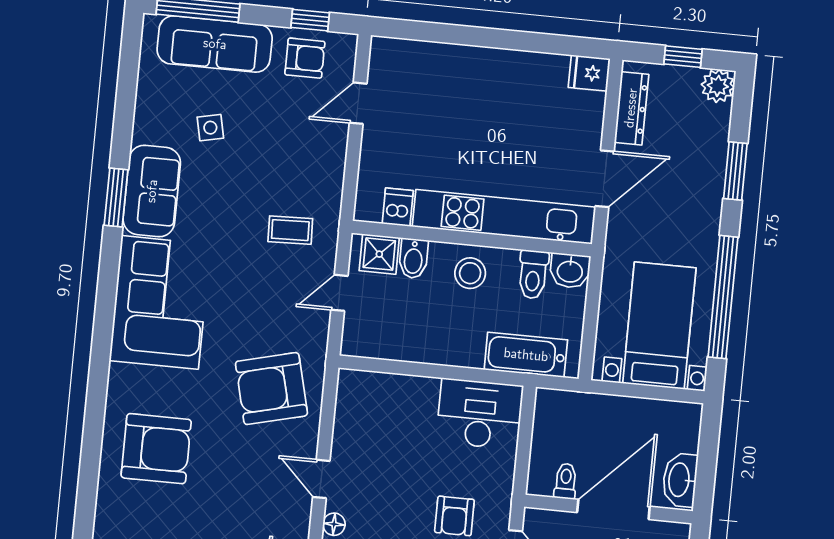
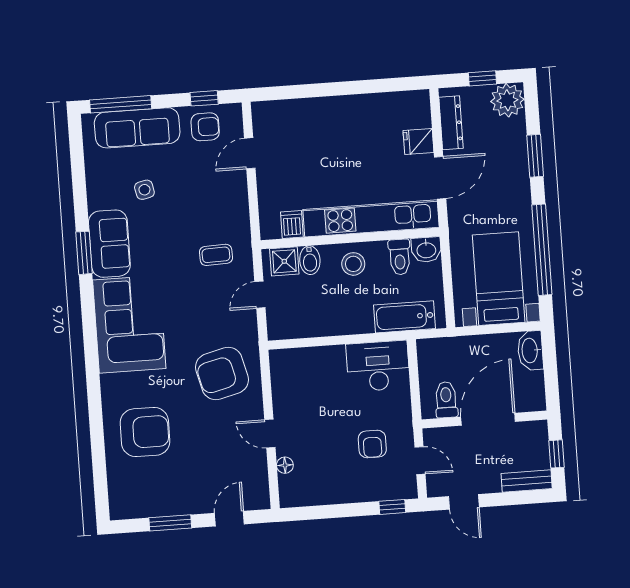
fridge: (589, 73) -> (418, 142), moved
plant: (718, 86) -> (507, 100), width x1.36, depth x1.36
washbasin: (680, 480) -> (530, 350), moved
toilet: (566, 481) -> (446, 400), width x1.37, depth x1.39

